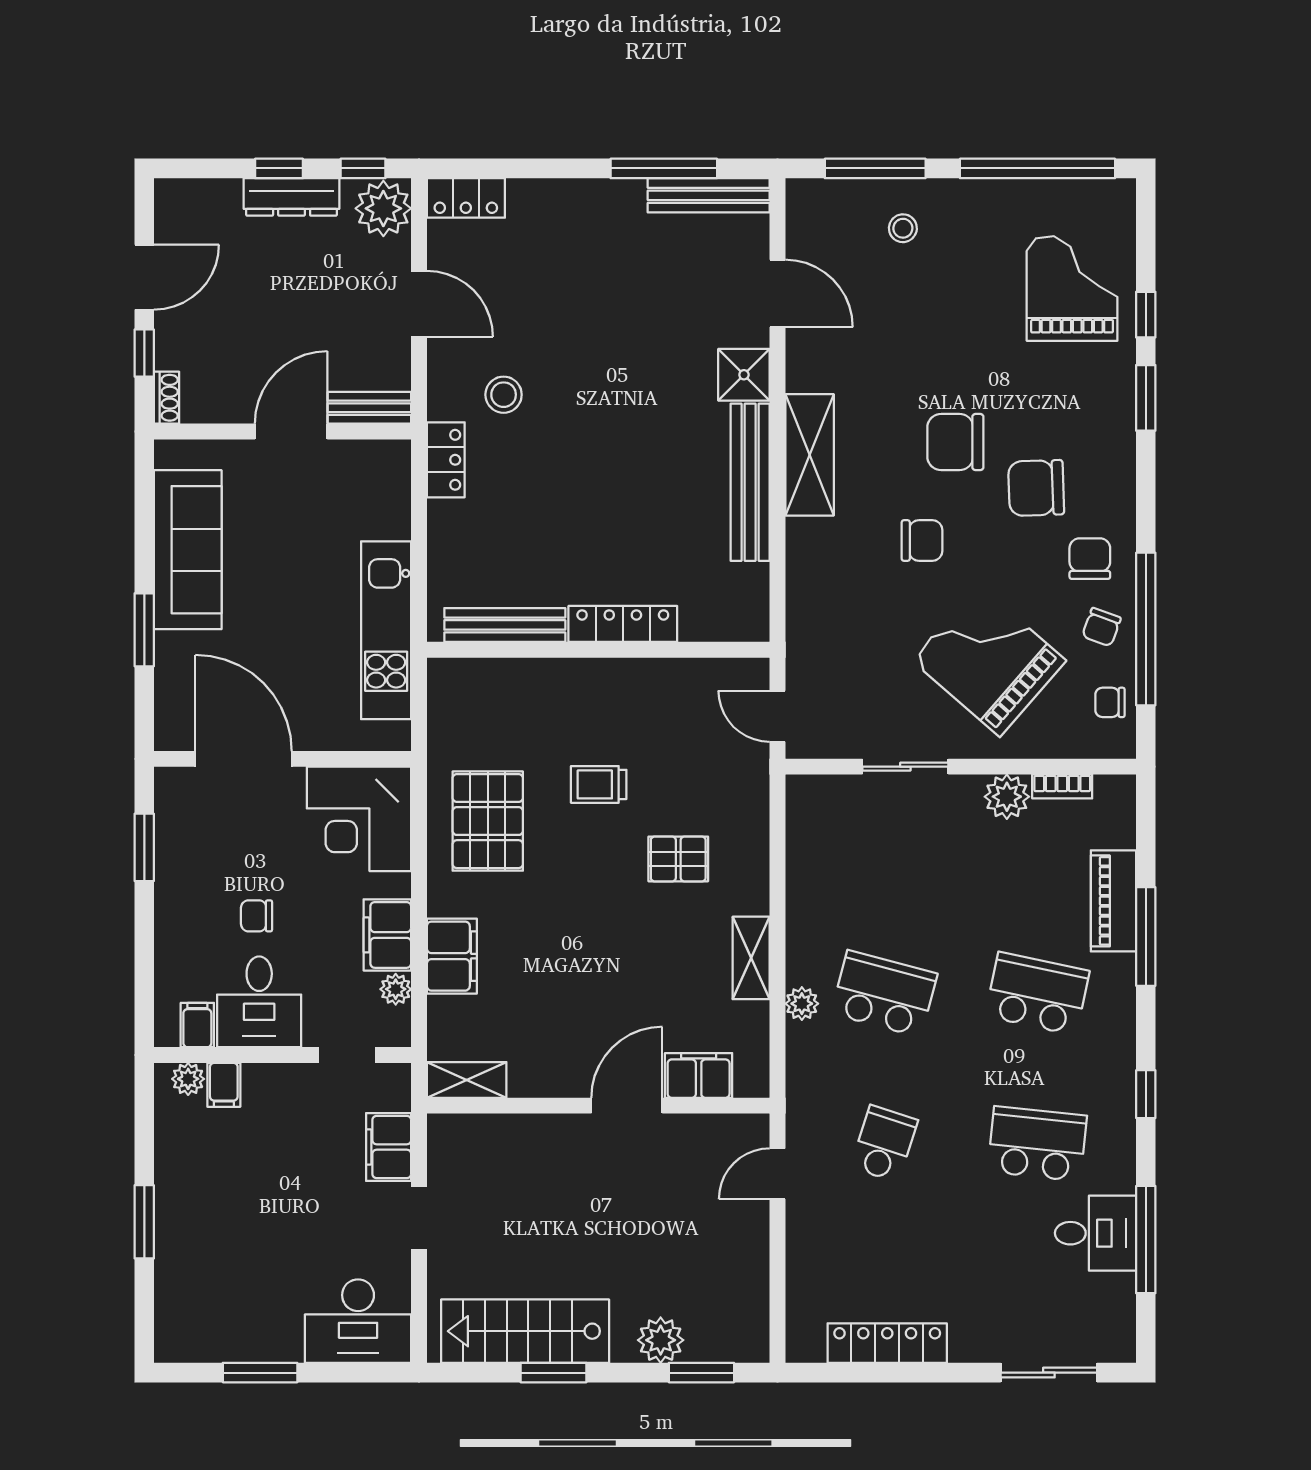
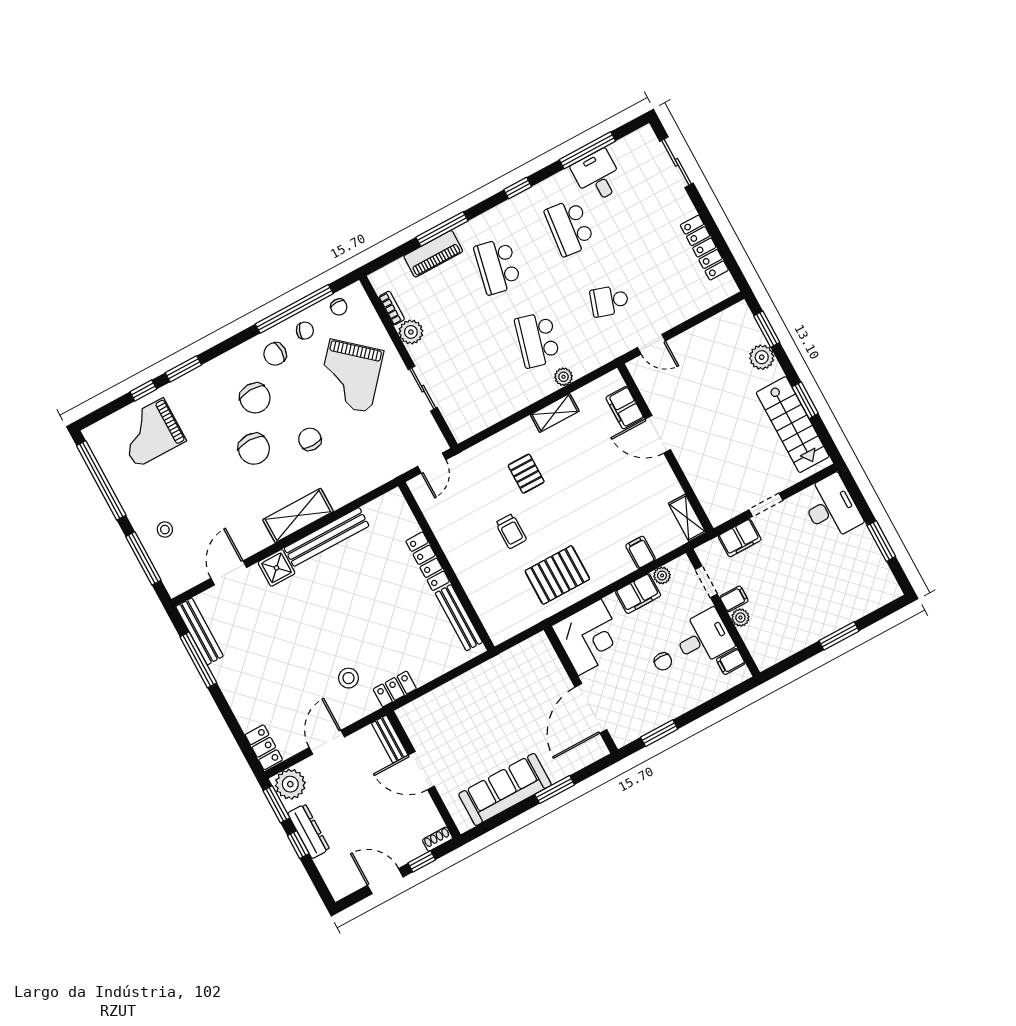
window: (363, 168) -> (276, 804), width x1.50
kitchen unit: (386, 630) -> (492, 673), removed
filing cabinet: (452, 956) -> (641, 552), width x0.50
plant: (188, 1079) -> (740, 618), moved
filing cabinet: (224, 1085) -> (734, 599), moved

